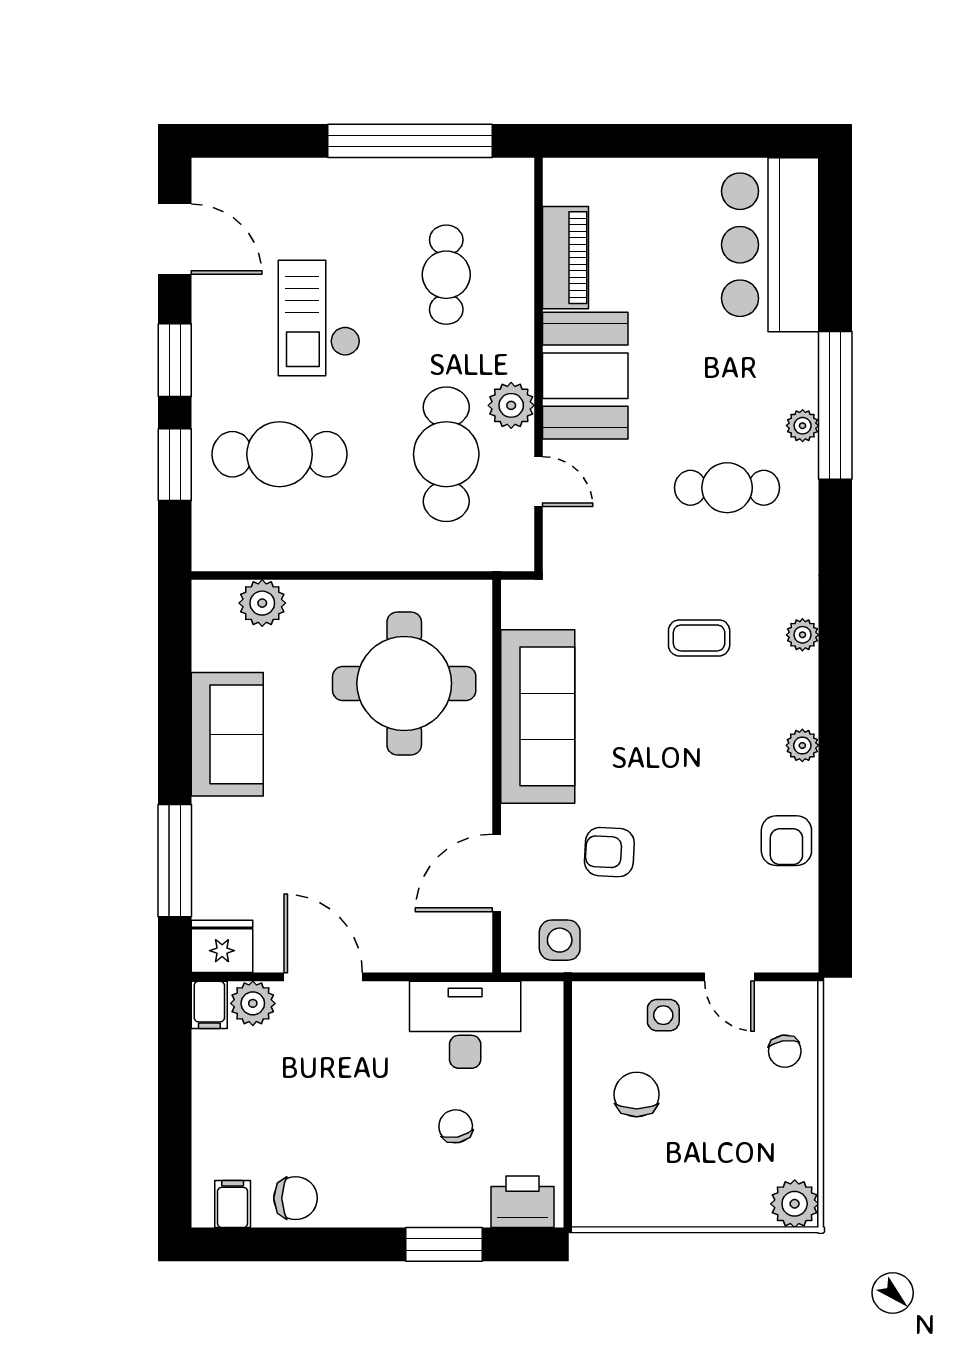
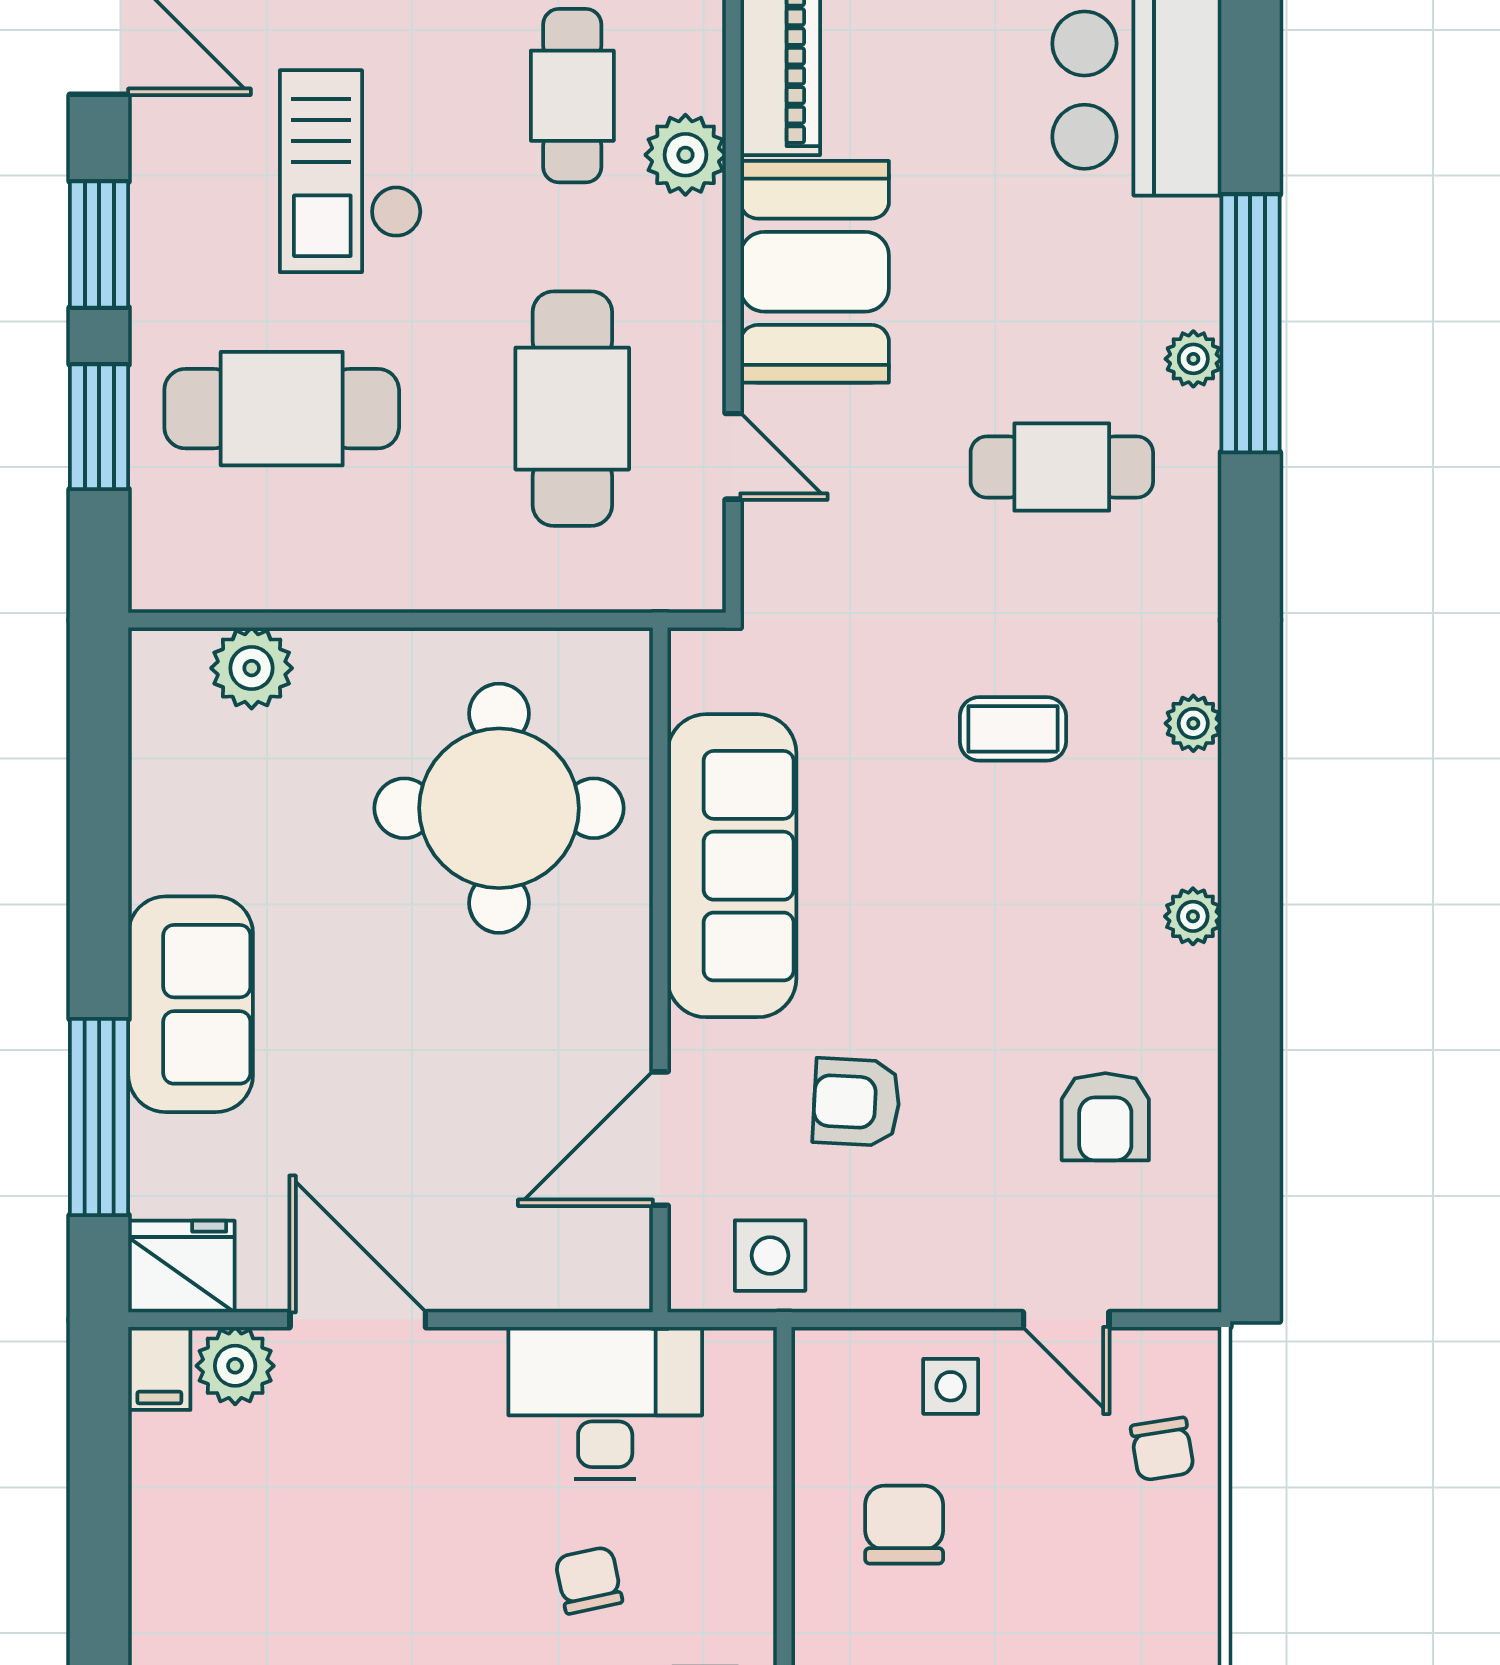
plant: (511, 405) -> (685, 155), moved
sofa: (227, 734) -> (191, 1004), moved
armchair: (786, 841) -> (1105, 1117), moved

